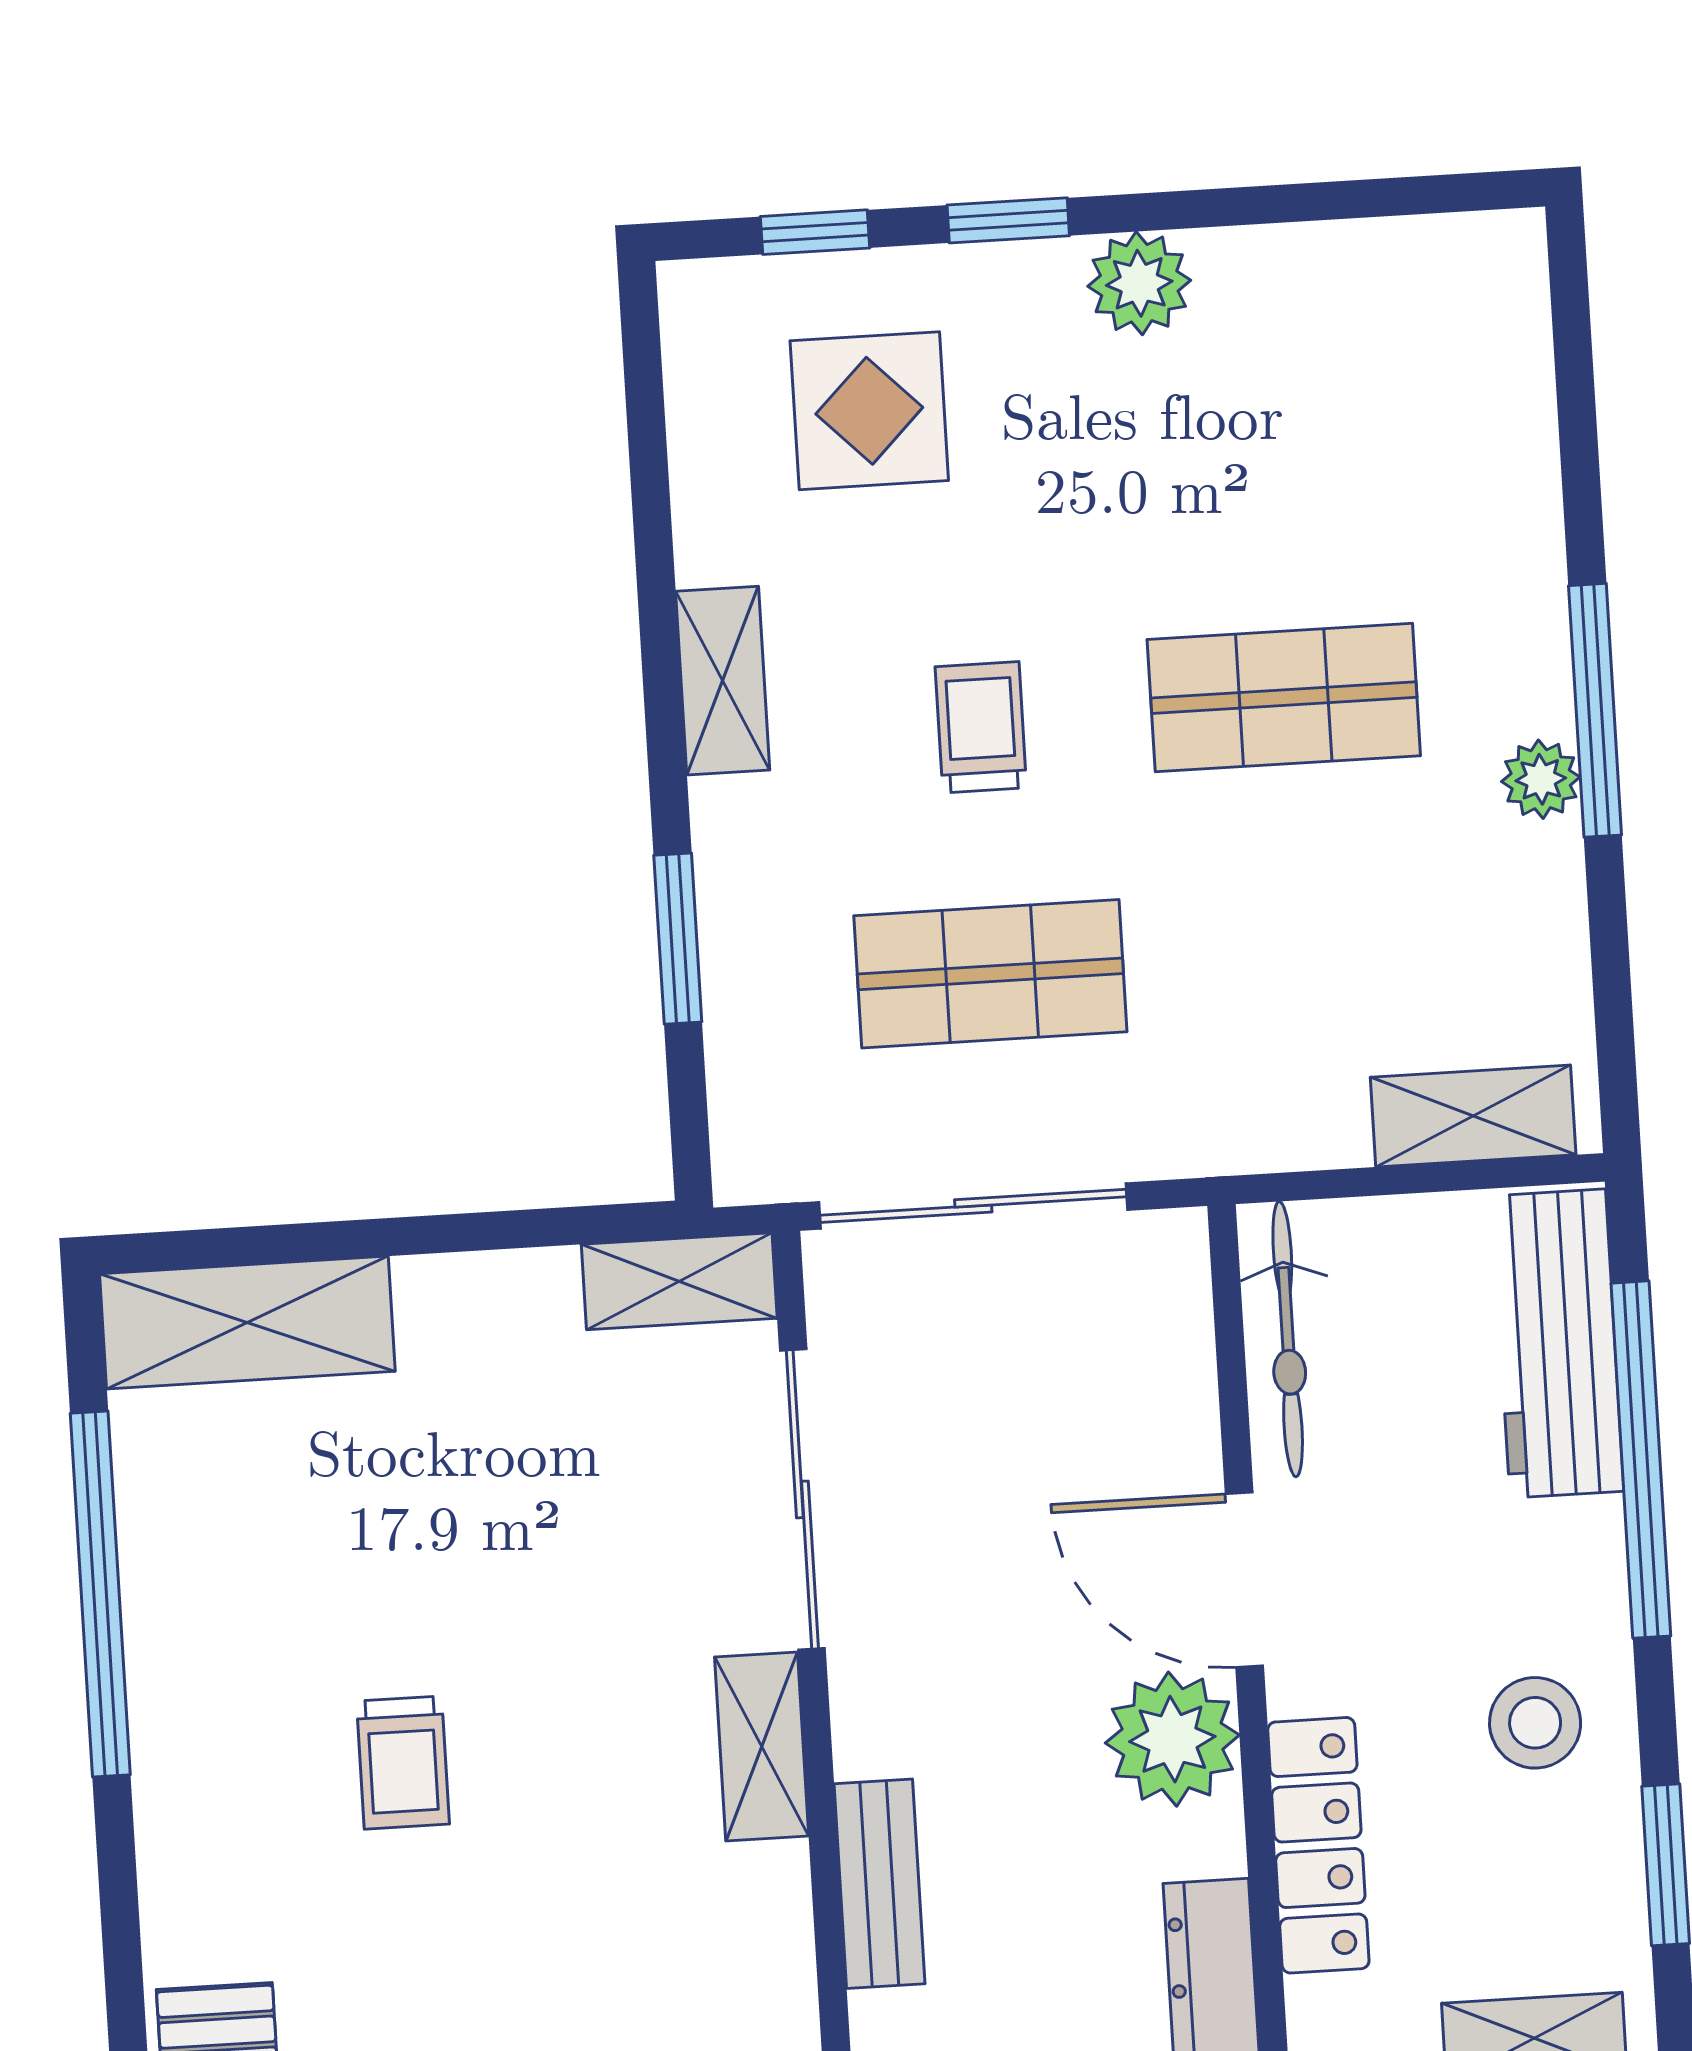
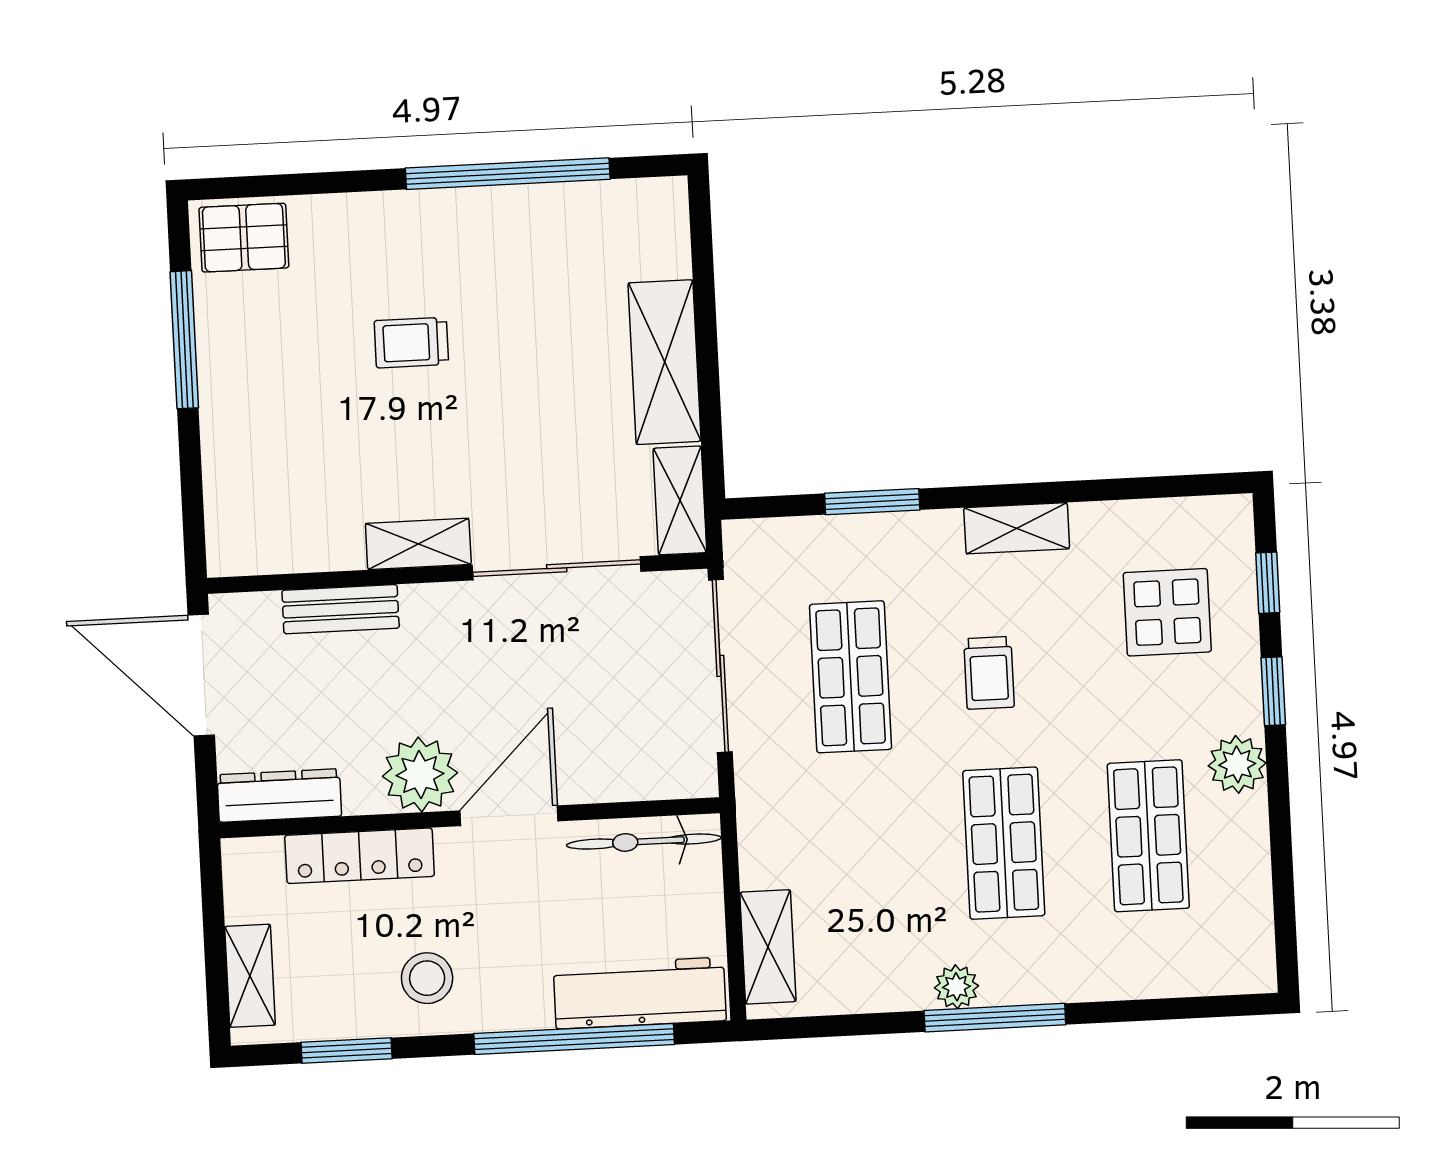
shop shelf: (1268, 440) -> (1148, 836), added
trolley: (981, 727) -> (989, 673), turned 90
shelving: (247, 1323) -> (665, 362), moved

